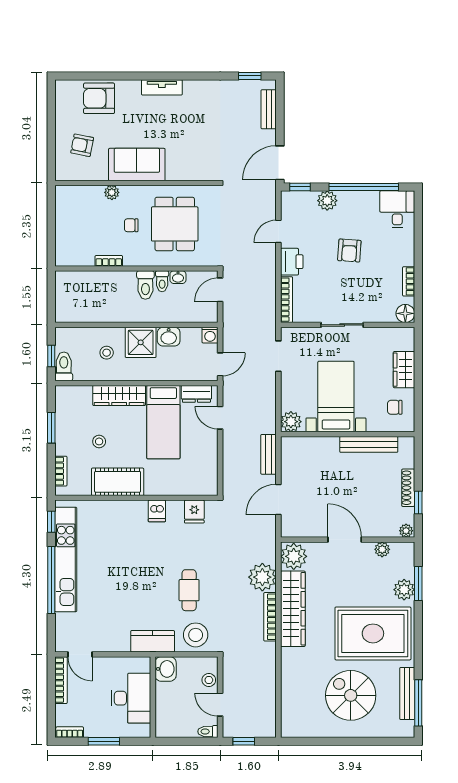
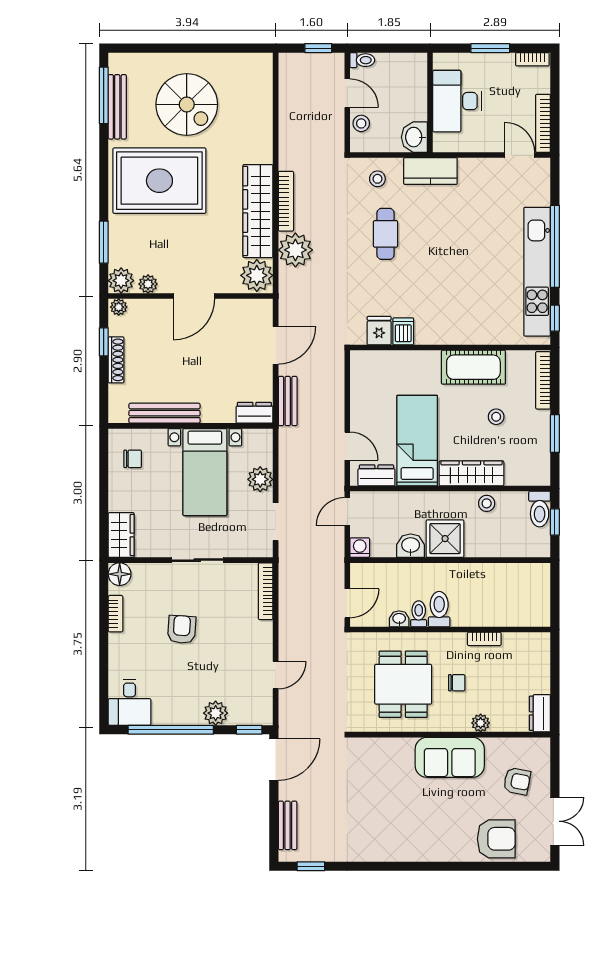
tv unit: (162, 87) -> (419, 852), removed
double door: (51, 112) -> (555, 821), added
dresser: (63, 200) -> (540, 713), added
armchair: (349, 251) -> (182, 629), moved
printer: (292, 262) -> (259, 638), removed
stool: (107, 353) -> (487, 503), moved
wardrobe: (404, 370) -> (121, 535), moved
plant: (291, 422) -> (260, 479), moved
dresser: (296, 445) -> (254, 413), added
bookcase: (61, 471) -> (543, 380), width x1.56
dishwasher: (157, 511) -> (403, 331), moved
door: (345, 540) -> (194, 296), hinge flipped
plant: (404, 590) -> (121, 281), moved
stool: (196, 635) -> (377, 179), width x0.53, depth x0.53

